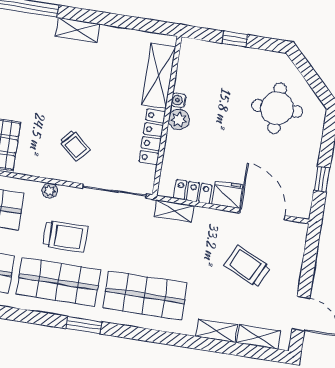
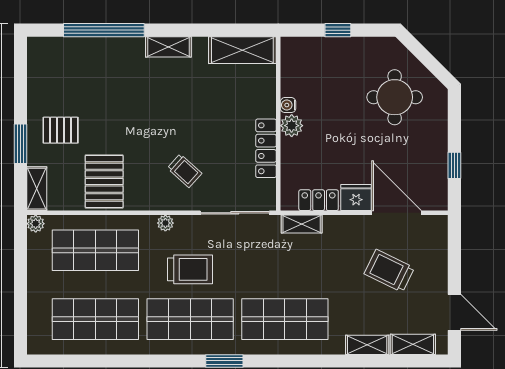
shelving: (159, 76) -> (242, 50), moved, turned 90

